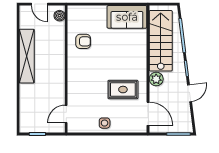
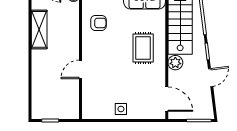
shelving: (27, 56) -> (39, 29), width x0.68
rug: (123, 90) -> (143, 48), moved, turned 90
door: (66, 114) -> (81, 69), moved

